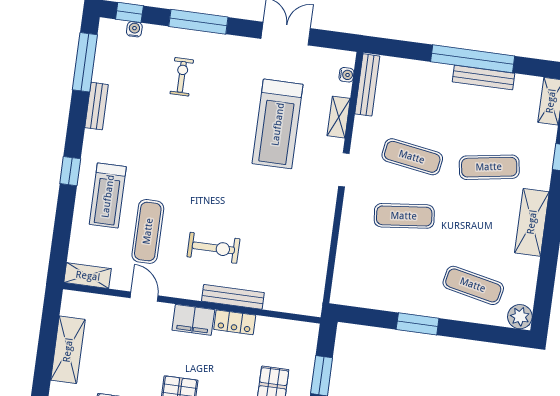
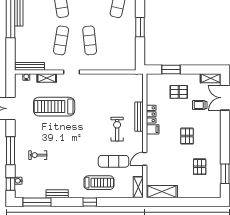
treadmill: (278, 124) -> (54, 107), turned 180
filing cabinet: (193, 320) -> (153, 129), width x0.50
shelving: (68, 350) -> (162, 192), moved

